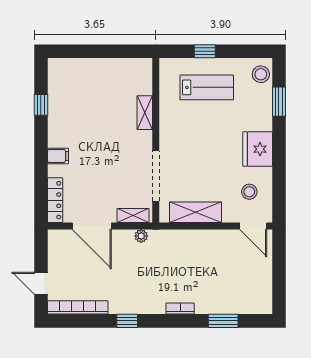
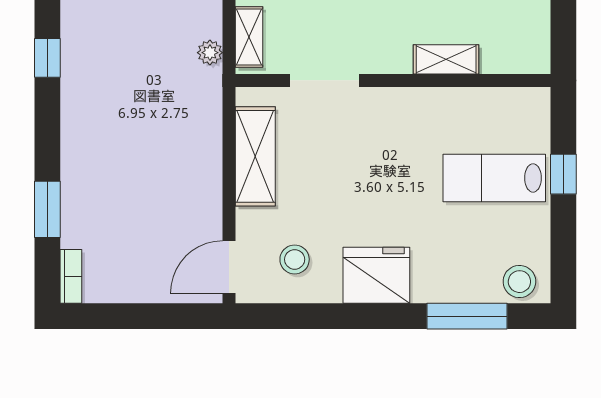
lab bench: (207, 87) -> (494, 178), turned 90
window: (279, 102) -> (467, 316), width x1.44
doorway: (156, 176) -> (325, 80), width x0.73
bookcase: (180, 309) -> (71, 276), moved
window: (127, 321) -> (47, 58), moved

